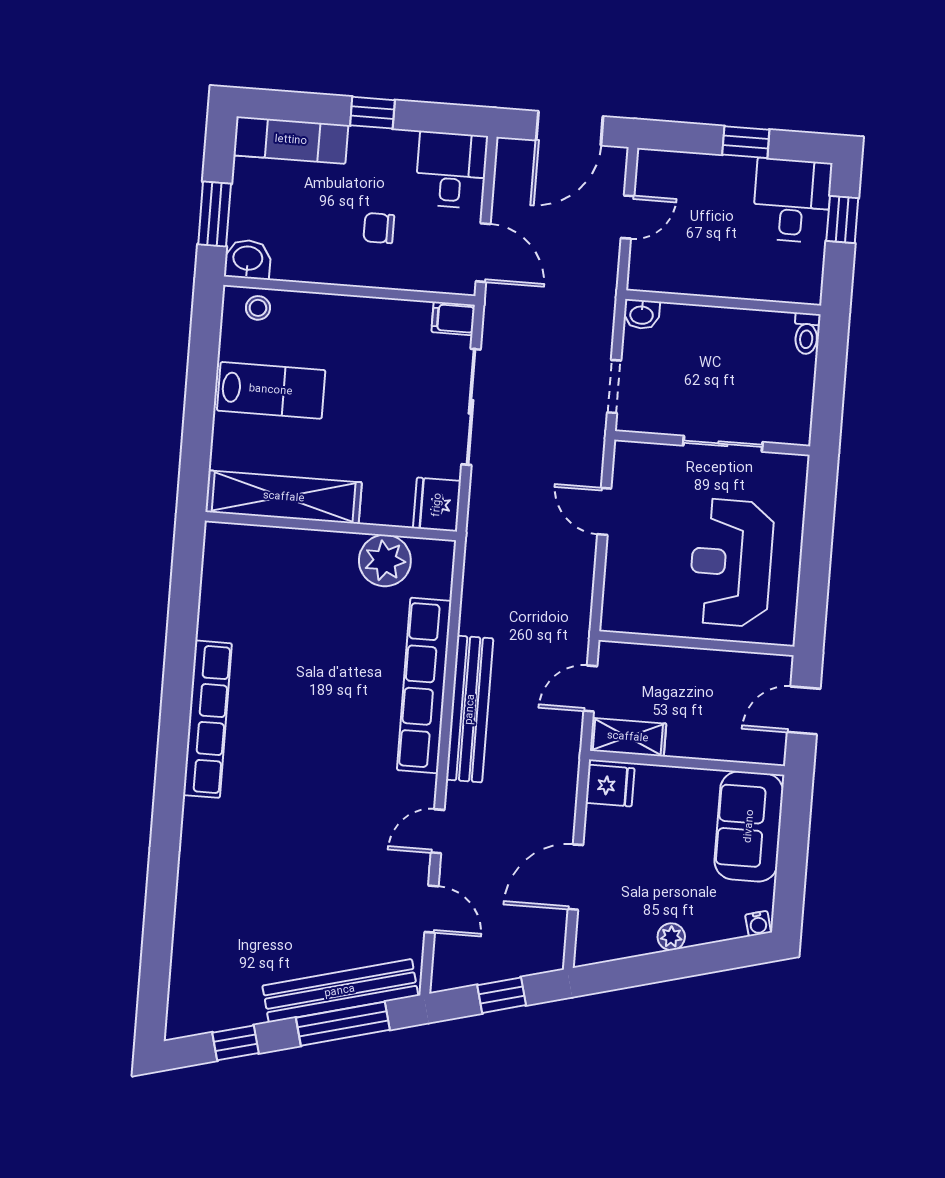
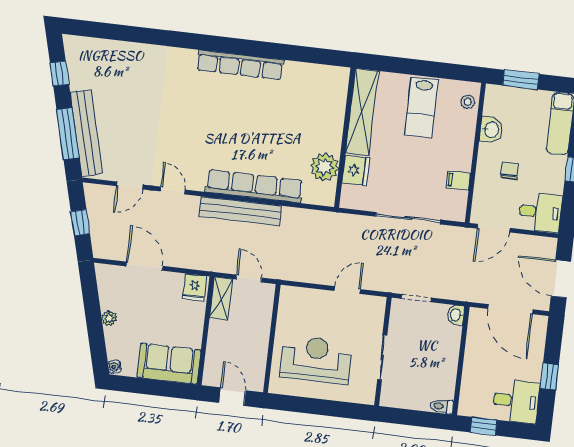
door: (627, 217) -> (510, 309), width x1.87
window: (842, 219) -> (484, 426), moved
washbasin: (248, 259) -> (491, 130), moved
filing cabinet: (453, 318) -> (458, 180), moved, turned -90
fridge: (437, 505) -> (356, 170), moved, turned 90

